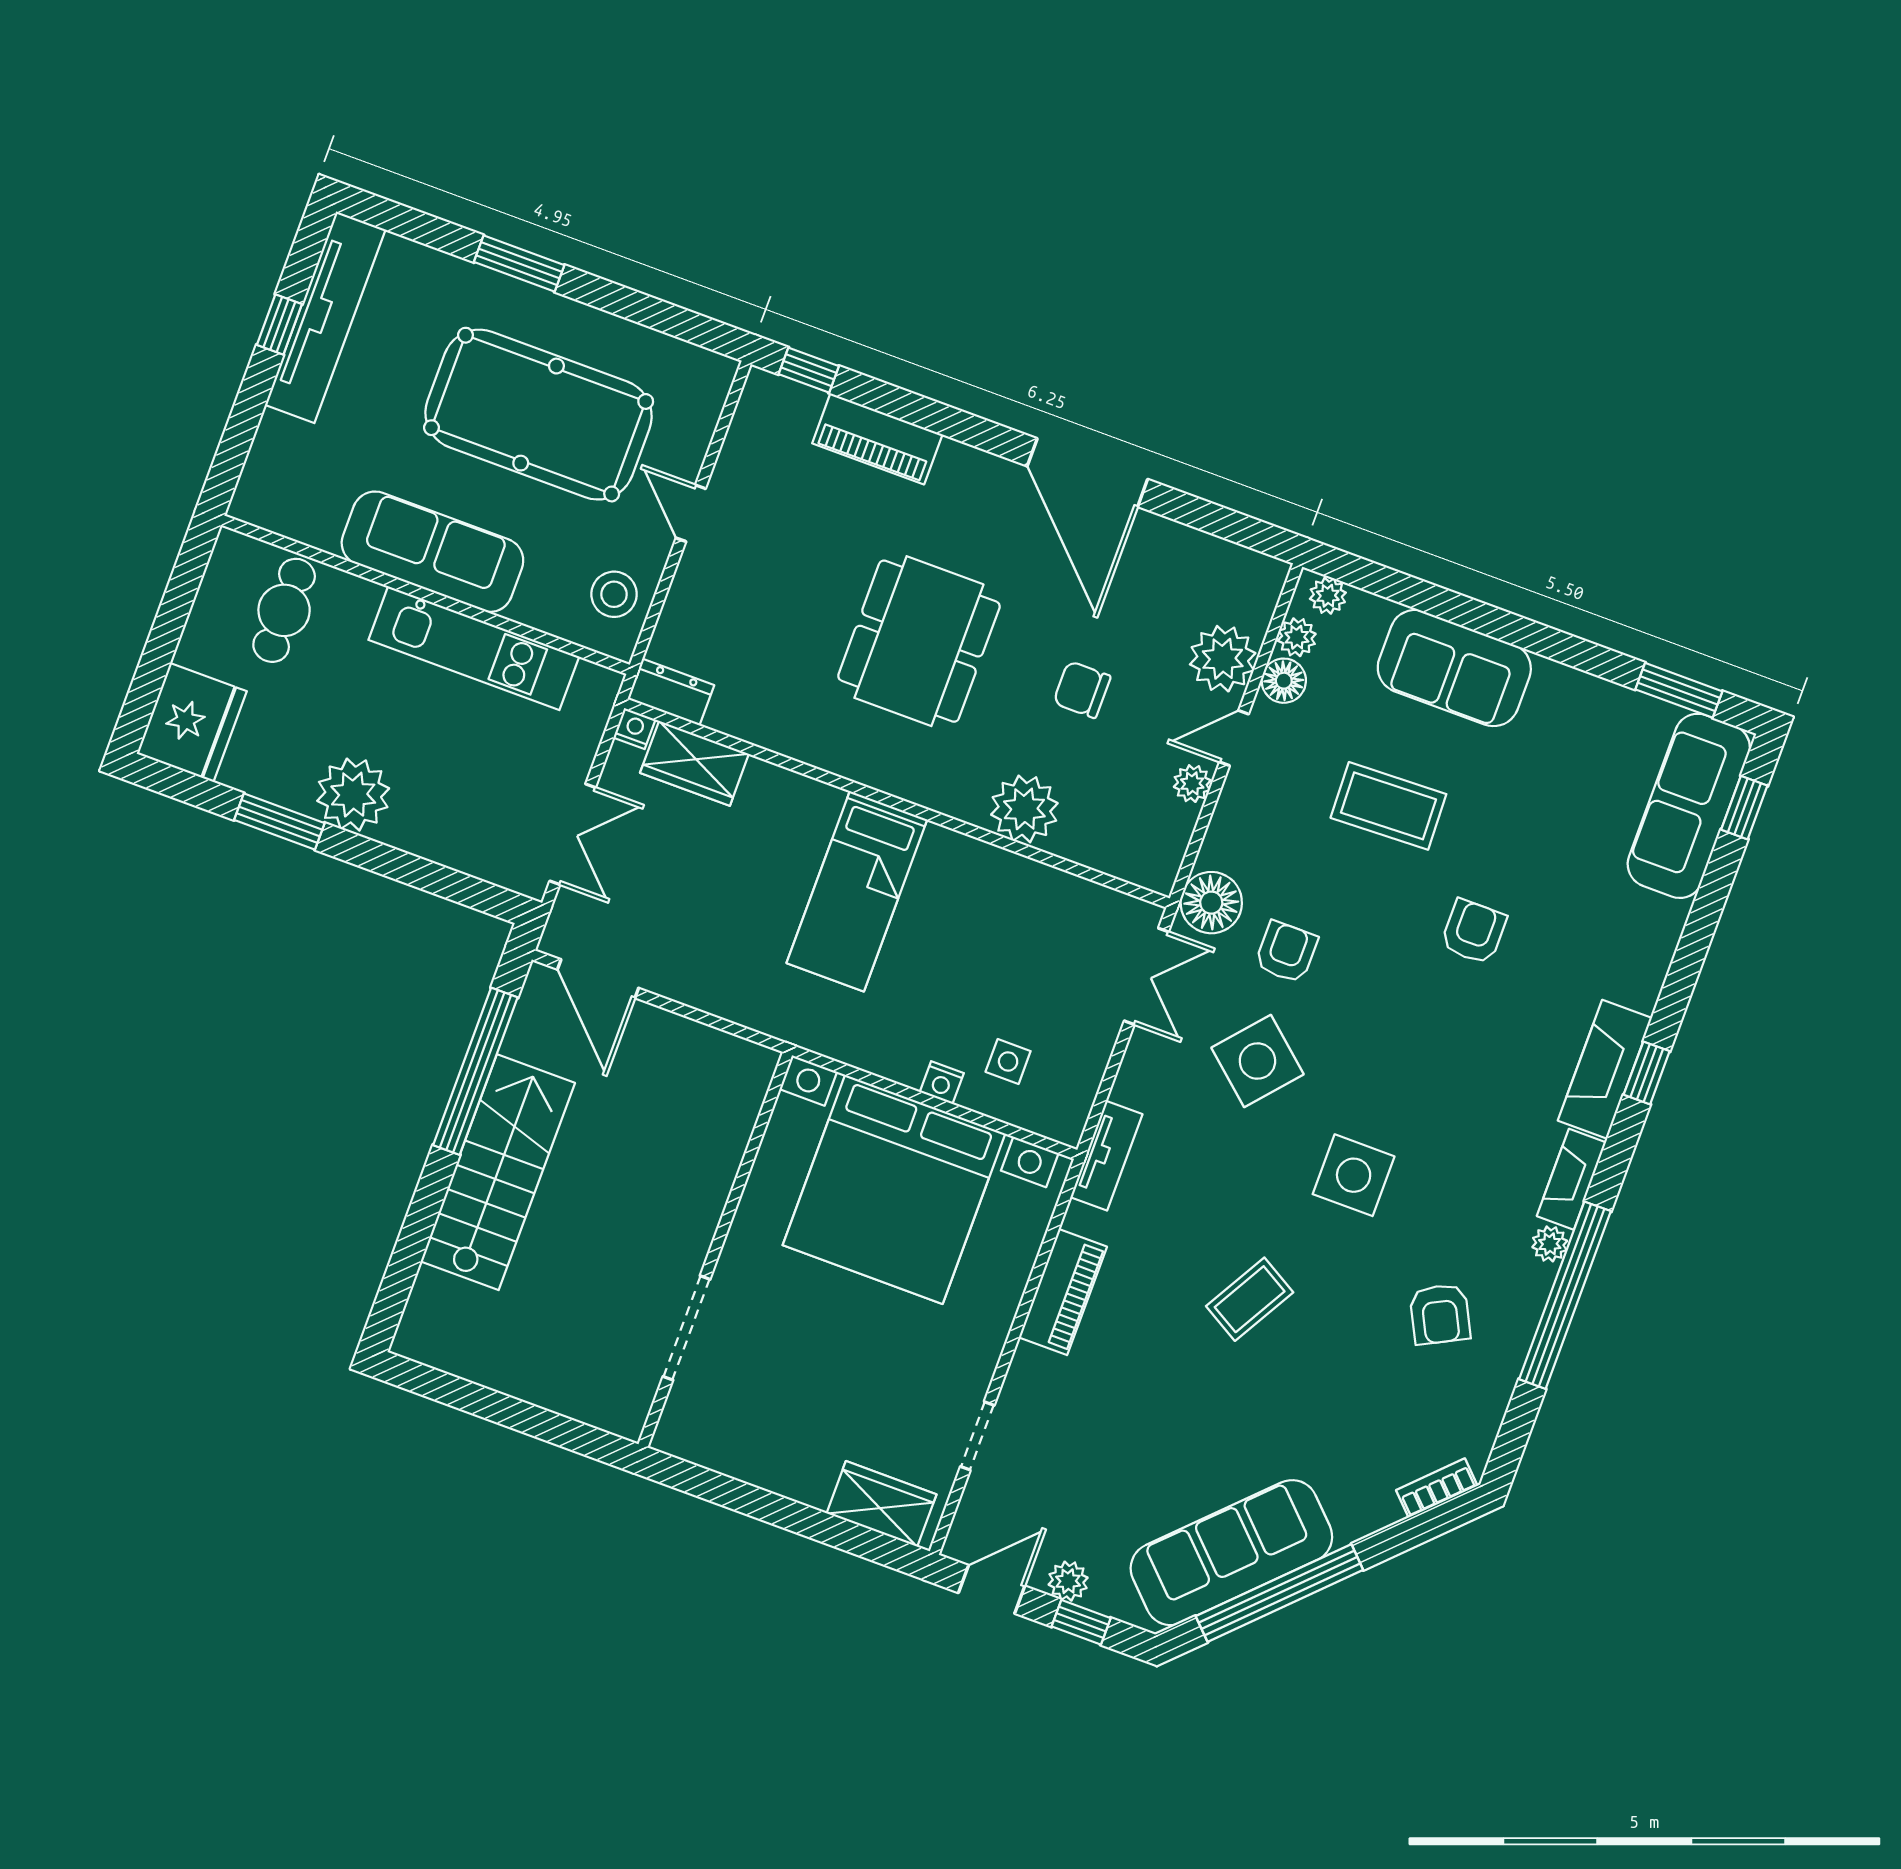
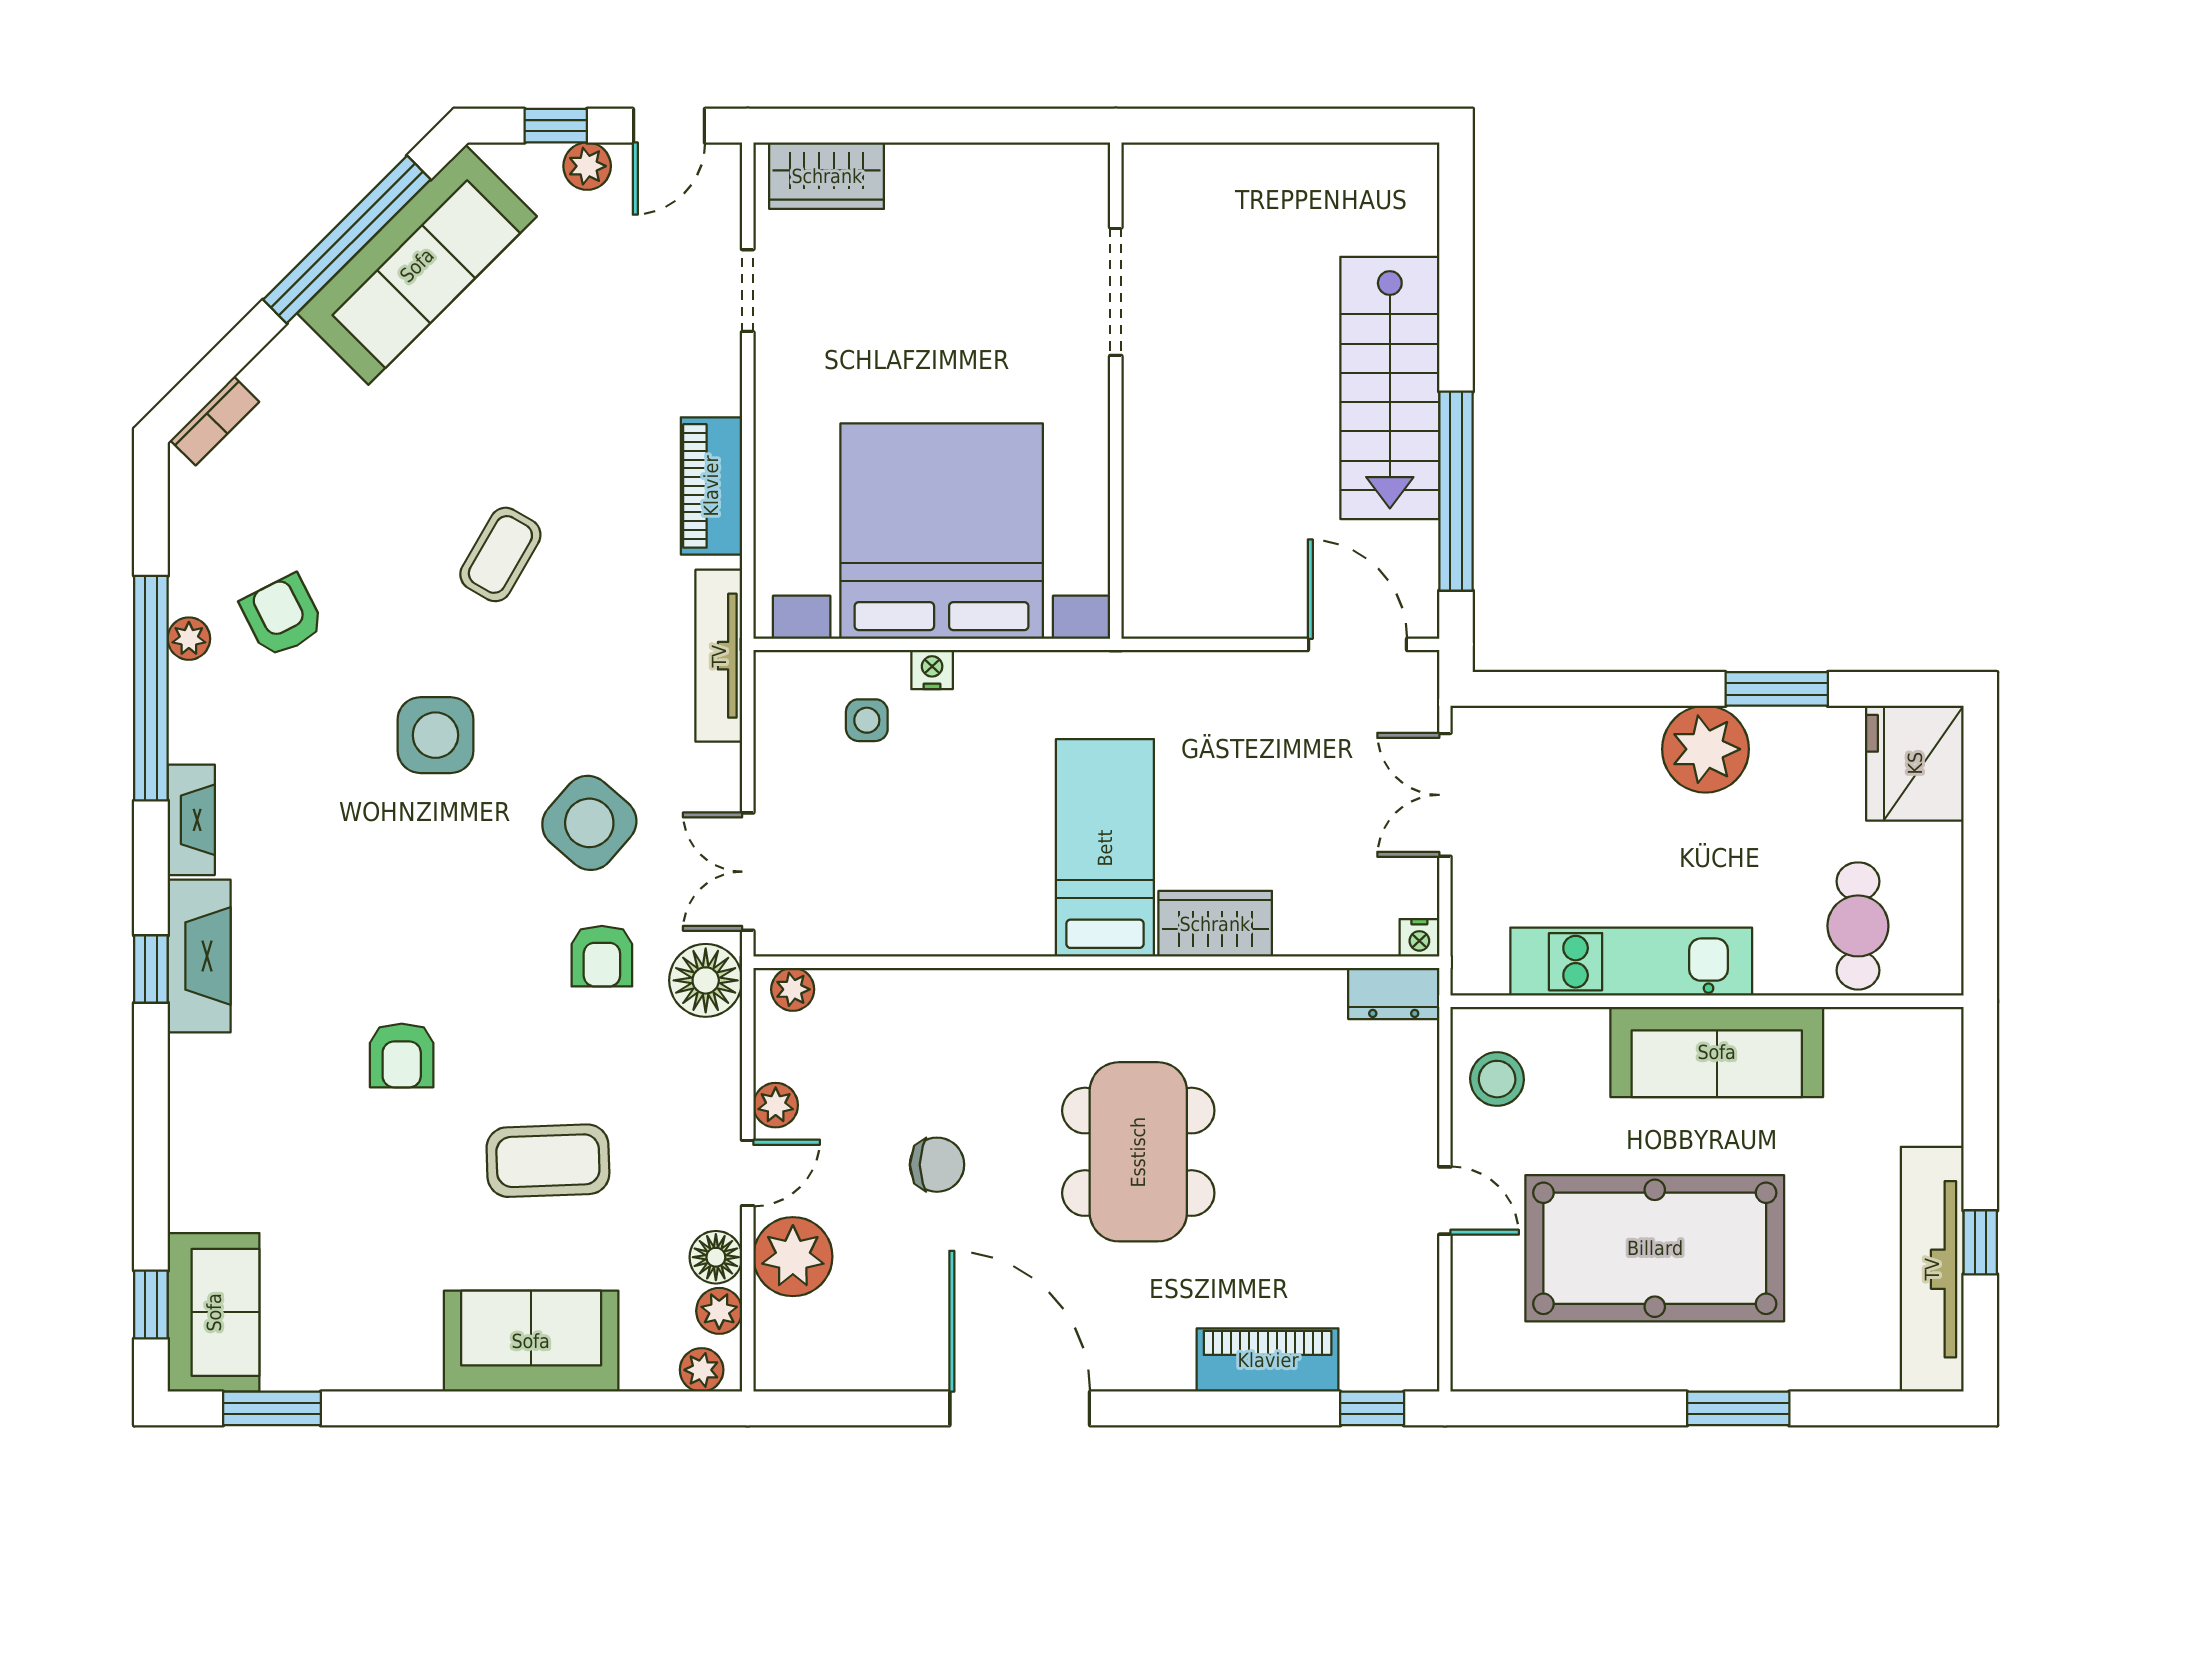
wardrobe: (694, 763) -> (1215, 924), moved
sofa: (1689, 806) -> (214, 1312), width x0.73
plant: (1024, 809) -> (793, 989), moved, width x0.53, depth x0.53
tv unit: (1106, 1156) -> (719, 656), width x1.41
plant: (1550, 1244) -> (189, 639), moved

